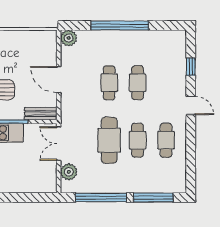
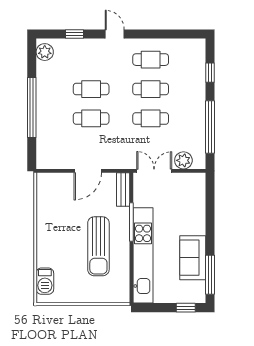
plant: (69, 38) -> (45, 52), moved
door: (191, 105) -> (115, 34), hinge flipped
cafe table: (109, 140) -> (151, 118), width x0.73, depth x0.74
double door: (59, 144) -> (154, 171), swing flipped
window: (153, 198) -> (210, 73), width x0.46

